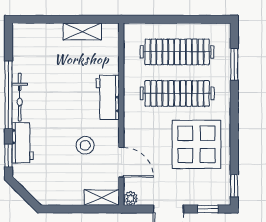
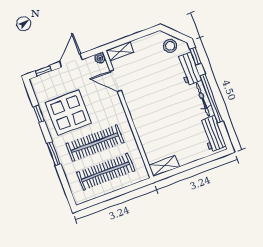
shelving: (82, 31) -> (164, 166), moved
window: (234, 64) -> (54, 154), moved
workbench: (108, 97) -> (213, 134), moved, turned 180
stool: (85, 145) -> (170, 46), moved
window: (234, 186) -> (39, 114), moved

